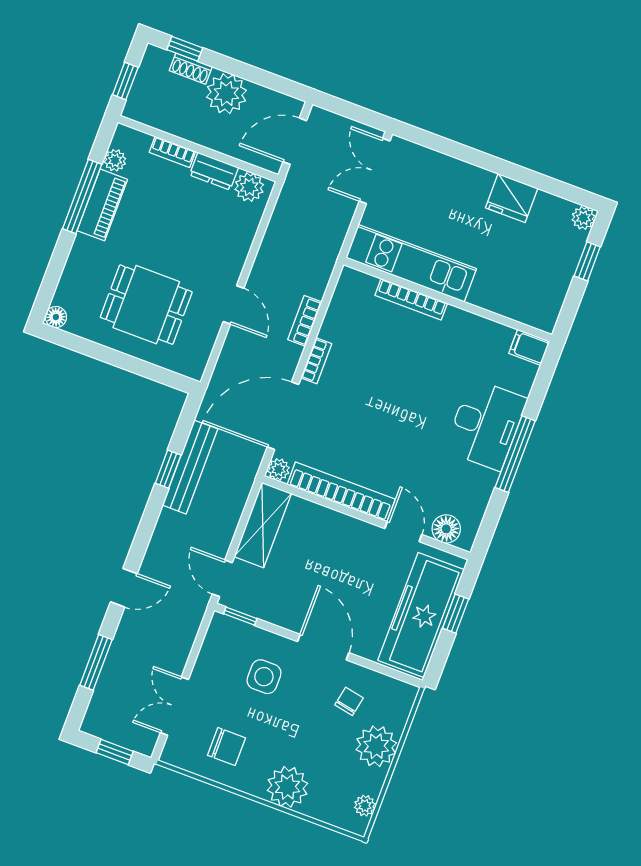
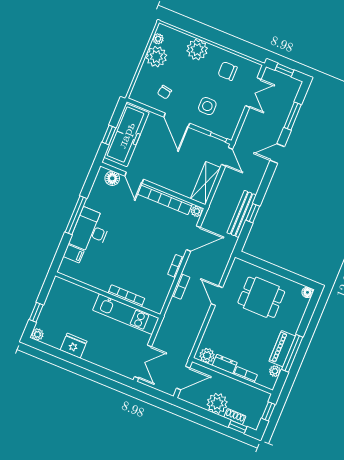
filing cabinet: (529, 347) -> (74, 254), moved
door: (283, 416) -> (193, 239), width x0.73
plant: (376, 746) -> (156, 57), moved

